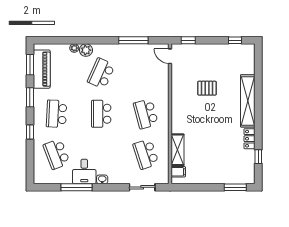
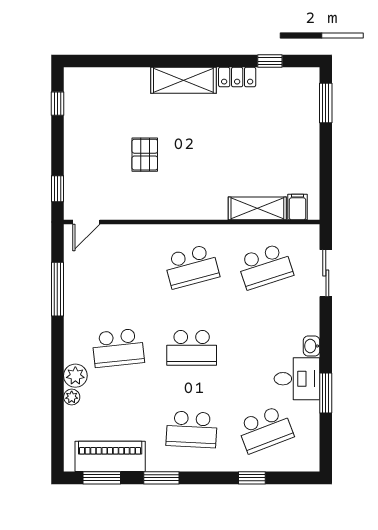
school desk: (101, 73) -> (118, 348), turned -30
shelving: (248, 101) -> (183, 80), width x0.68
window: (30, 132) -> (252, 478), moved
window: (76, 187) -> (326, 393), width x0.69

